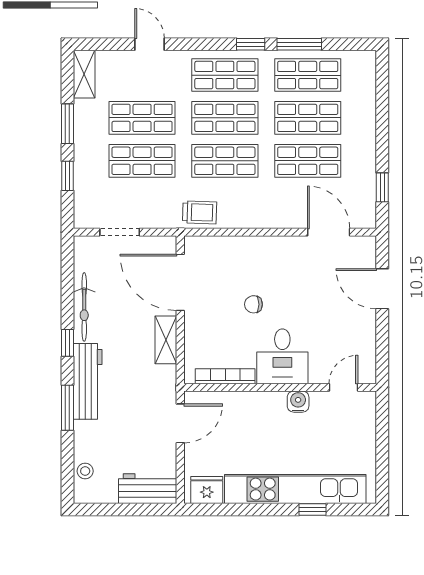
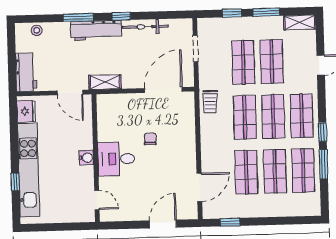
shelving: (166, 340) -> (105, 82), moved
bookcase: (225, 376) -> (102, 121), removed
water cooler: (298, 402) -> (86, 158), moved

